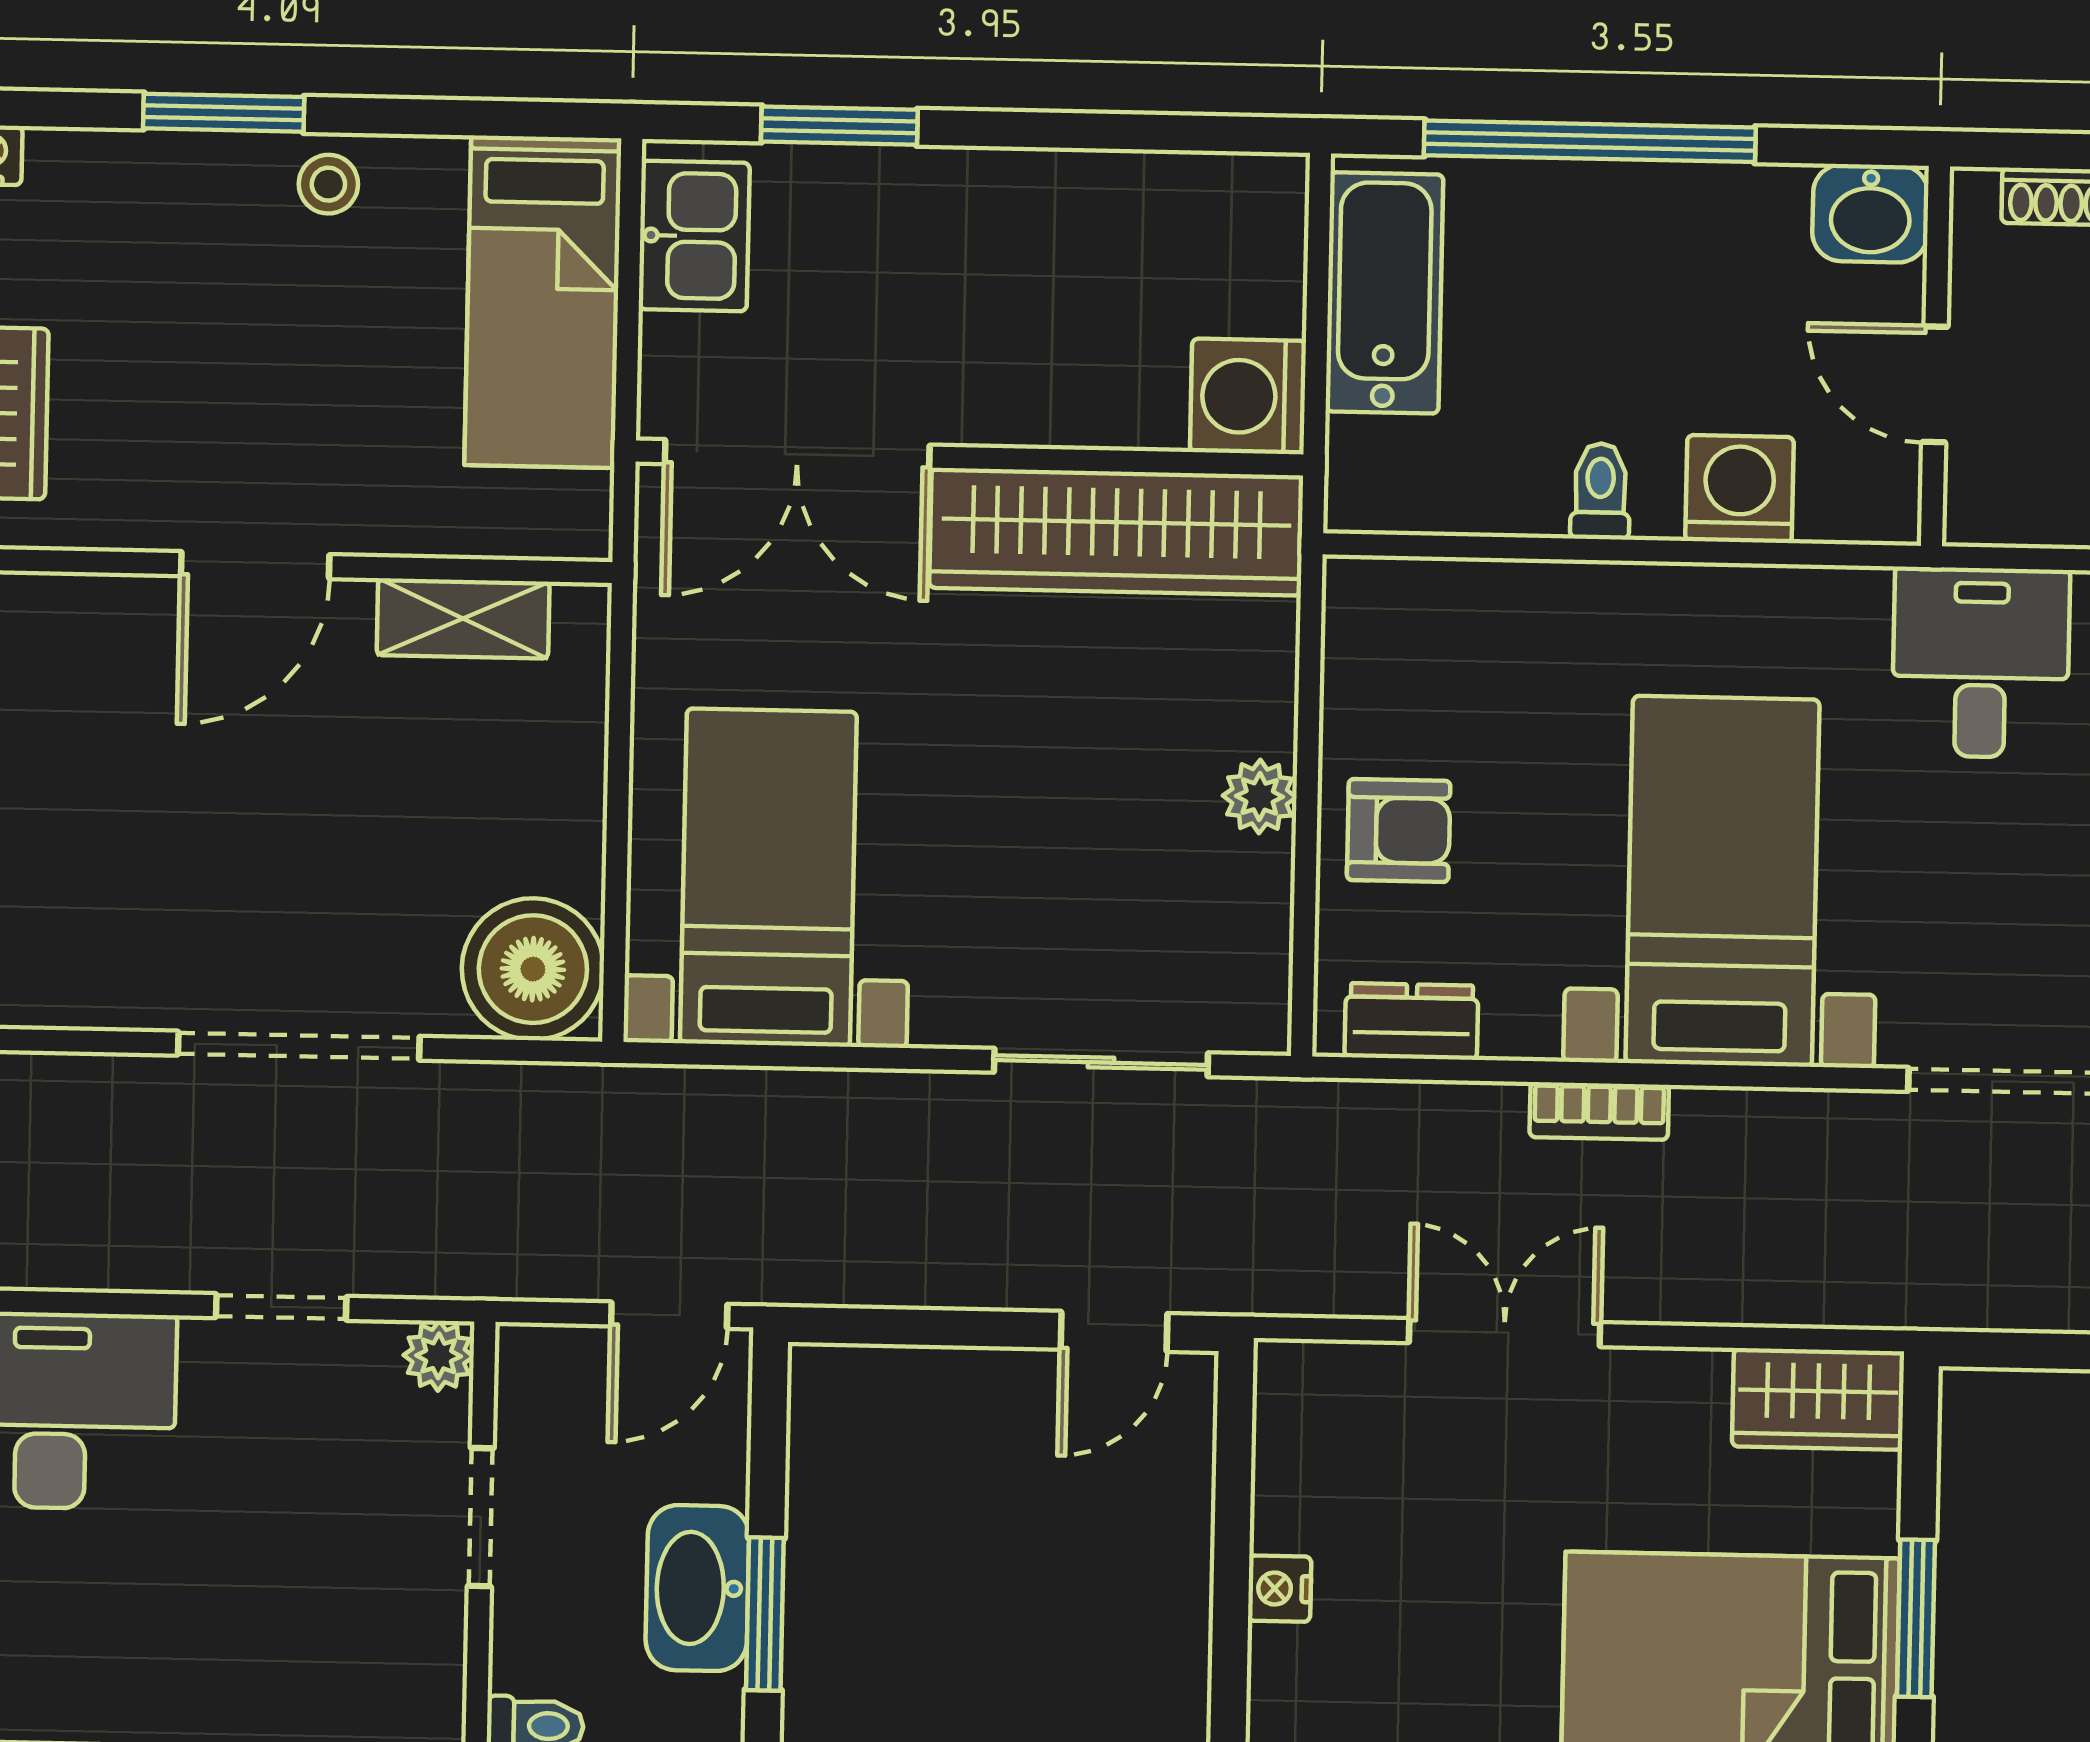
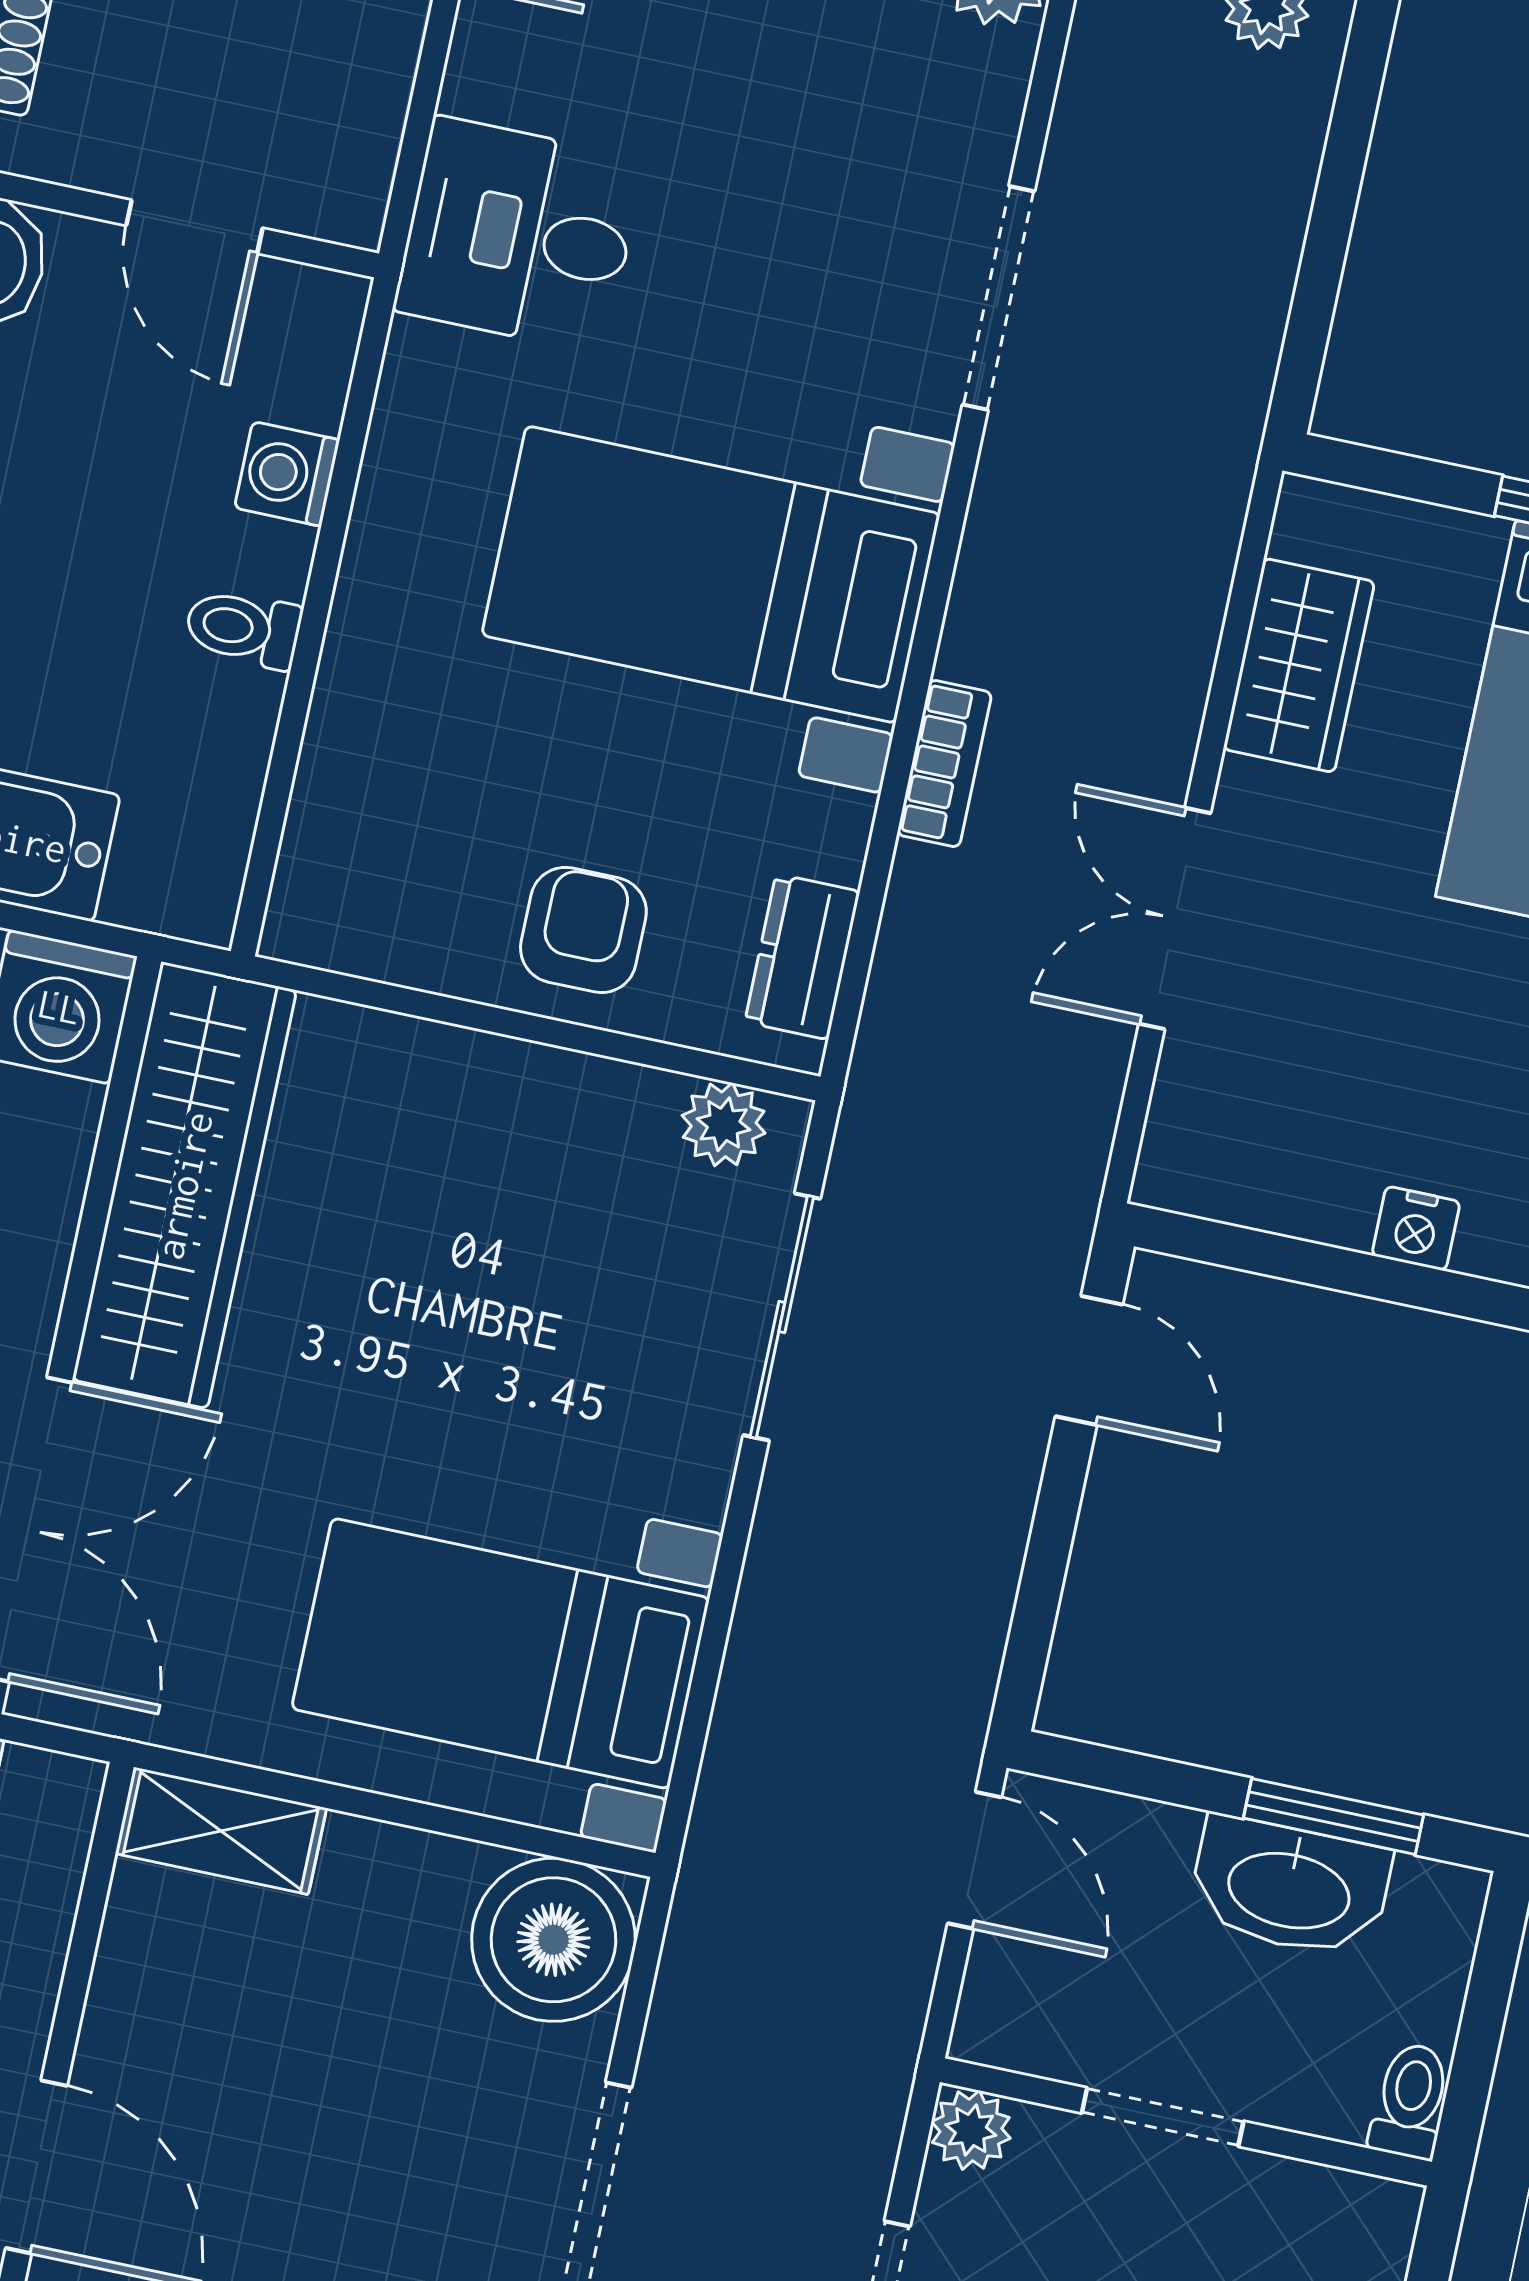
door: (1935, 384) -> (194, 227), hinge flipped
washing machine: (1740, 489) -> (287, 474), width x0.73, depth x0.73
shelving: (463, 618) -> (221, 1831), moved, turned 90
plant: (1260, 796) -> (724, 1124), moved
wardrobe: (1818, 1399) -> (1299, 665), moved

